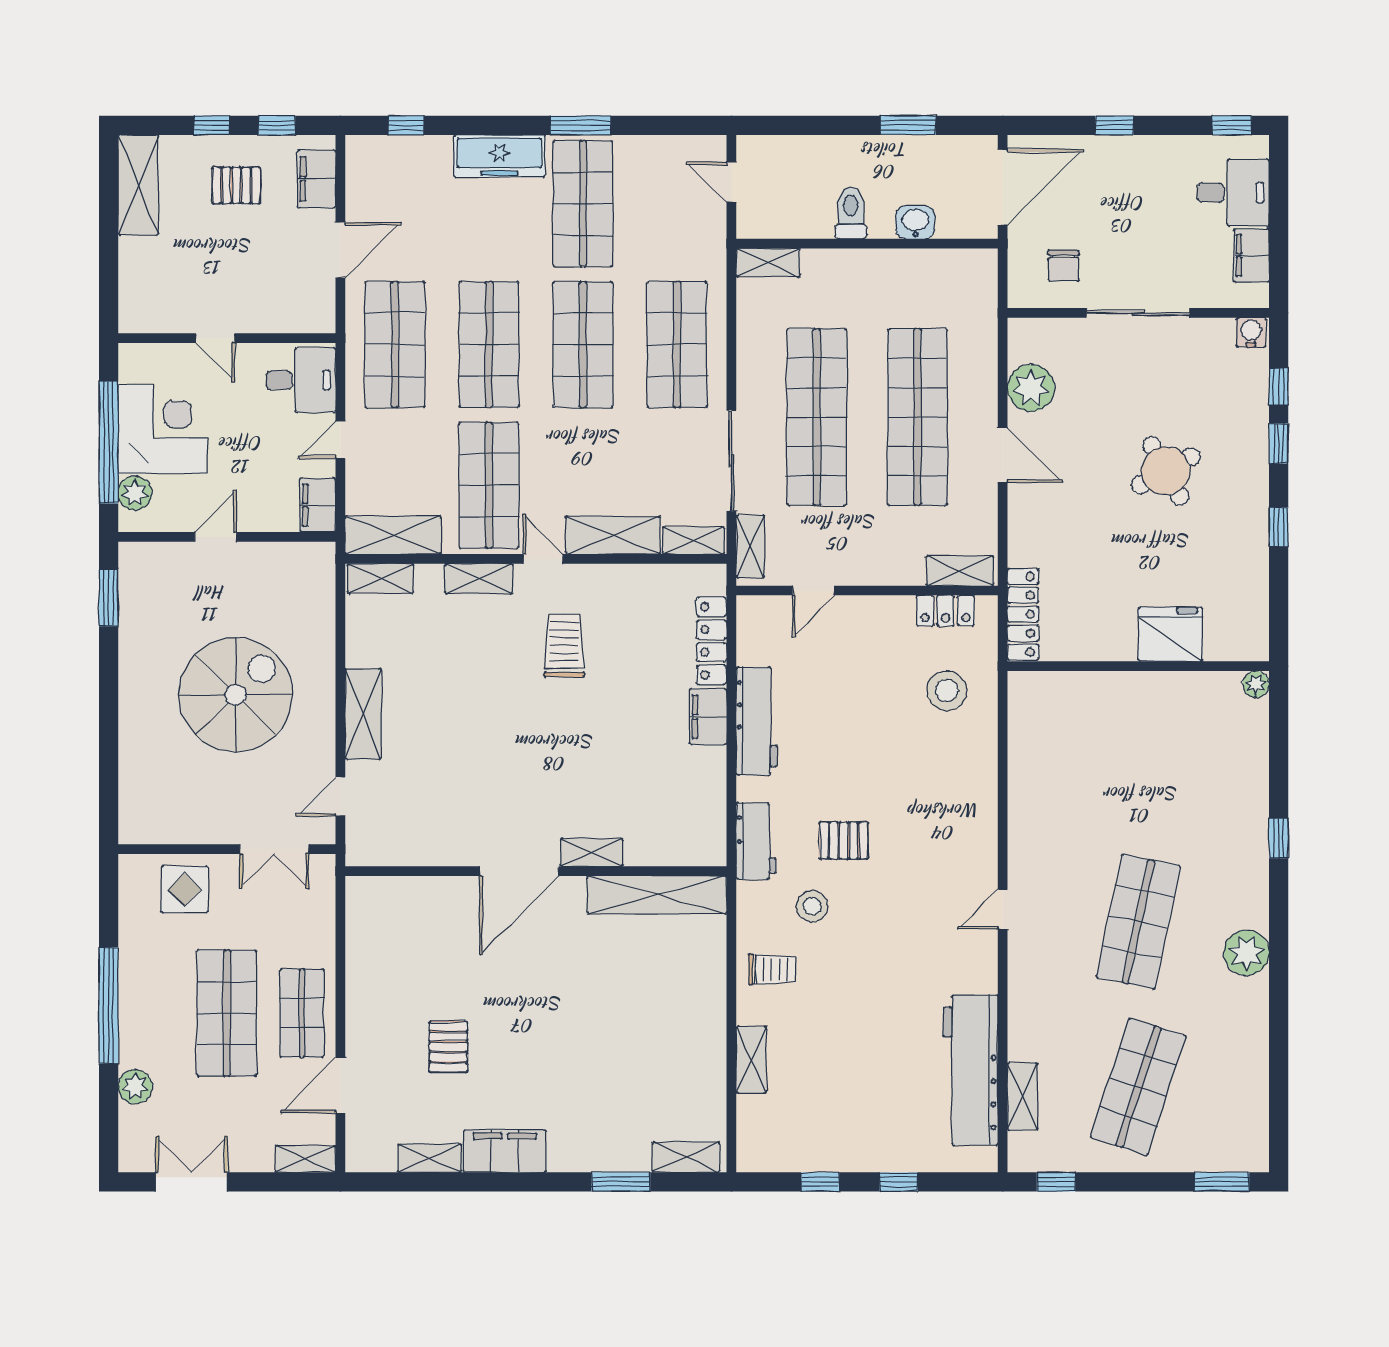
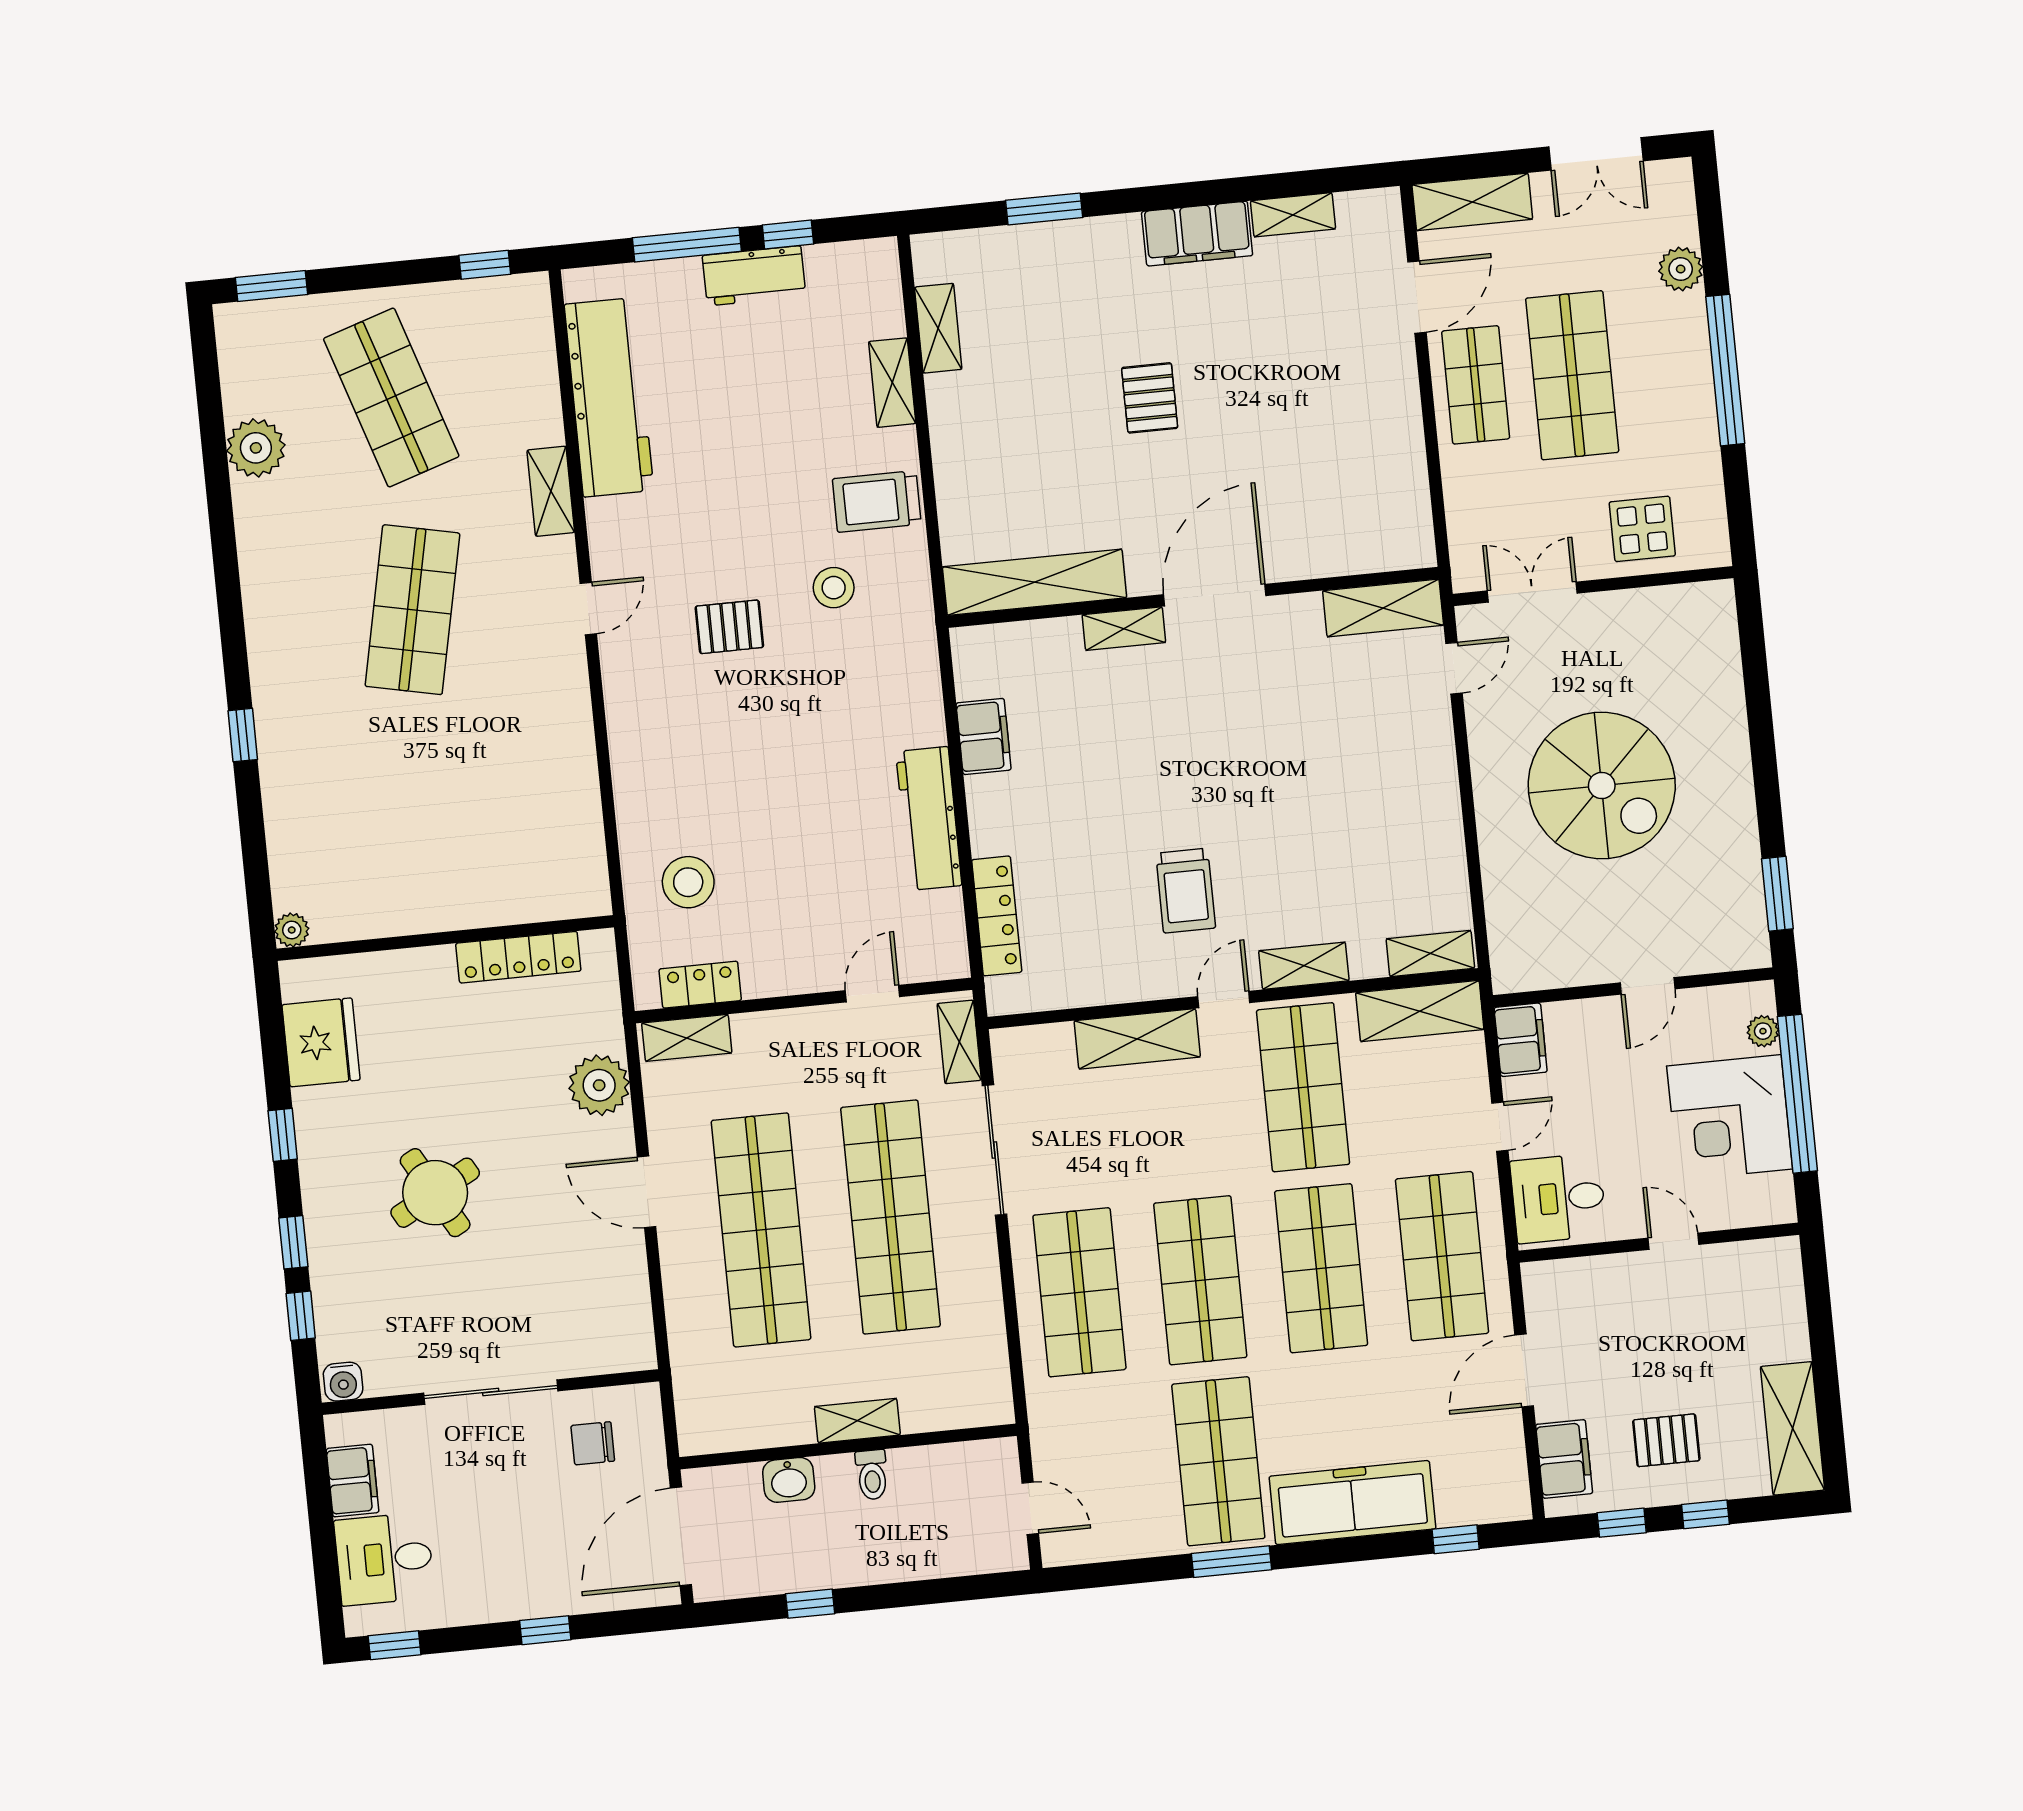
window: (908, 125) -> (810, 1604), width x0.67
freezer: (499, 156) -> (1352, 1503), width x1.36, depth x1.26
toilet: (851, 213) -> (872, 1475), width x0.73, depth x0.72
shelving: (768, 263) -> (857, 1421), moved
chair: (1063, 266) -> (593, 1443), turned -90
plant: (1031, 388) -> (599, 1085), moved
plant: (135, 493) -> (1763, 1031), width x0.73, depth x0.73
shelving: (693, 540) -> (1033, 1043), removed
door: (543, 559) -> (1224, 1000), swing flipped
locker: (1023, 614) -> (518, 957), moved, turned -90
fridge: (1170, 634) -> (321, 1042), moved, turned -90
spiral stairs: (236, 695) -> (1602, 785), turned -90
shelving: (363, 714) -> (1383, 608), moved, turned 90
filing cabinet: (708, 717) -> (984, 736), moved
workbench: (756, 841) -> (754, 276), moved, turned -90
pallet: (844, 841) -> (729, 627), moved
plant: (1246, 953) -> (256, 448), moved
trolley: (772, 969) -> (877, 501), width x1.36, depth x1.39
pallet: (448, 1047) -> (1150, 398), moved
shop shelf: (1138, 1087) -> (391, 397), turned -36
shelving: (1023, 1096) -> (551, 491), moved
shelving: (686, 1157) -> (938, 328), moved, turned 90
shelving: (306, 1159) -> (1472, 202), width x1.50, depth x1.33
window: (899, 1182) -> (687, 245), width x2.17

